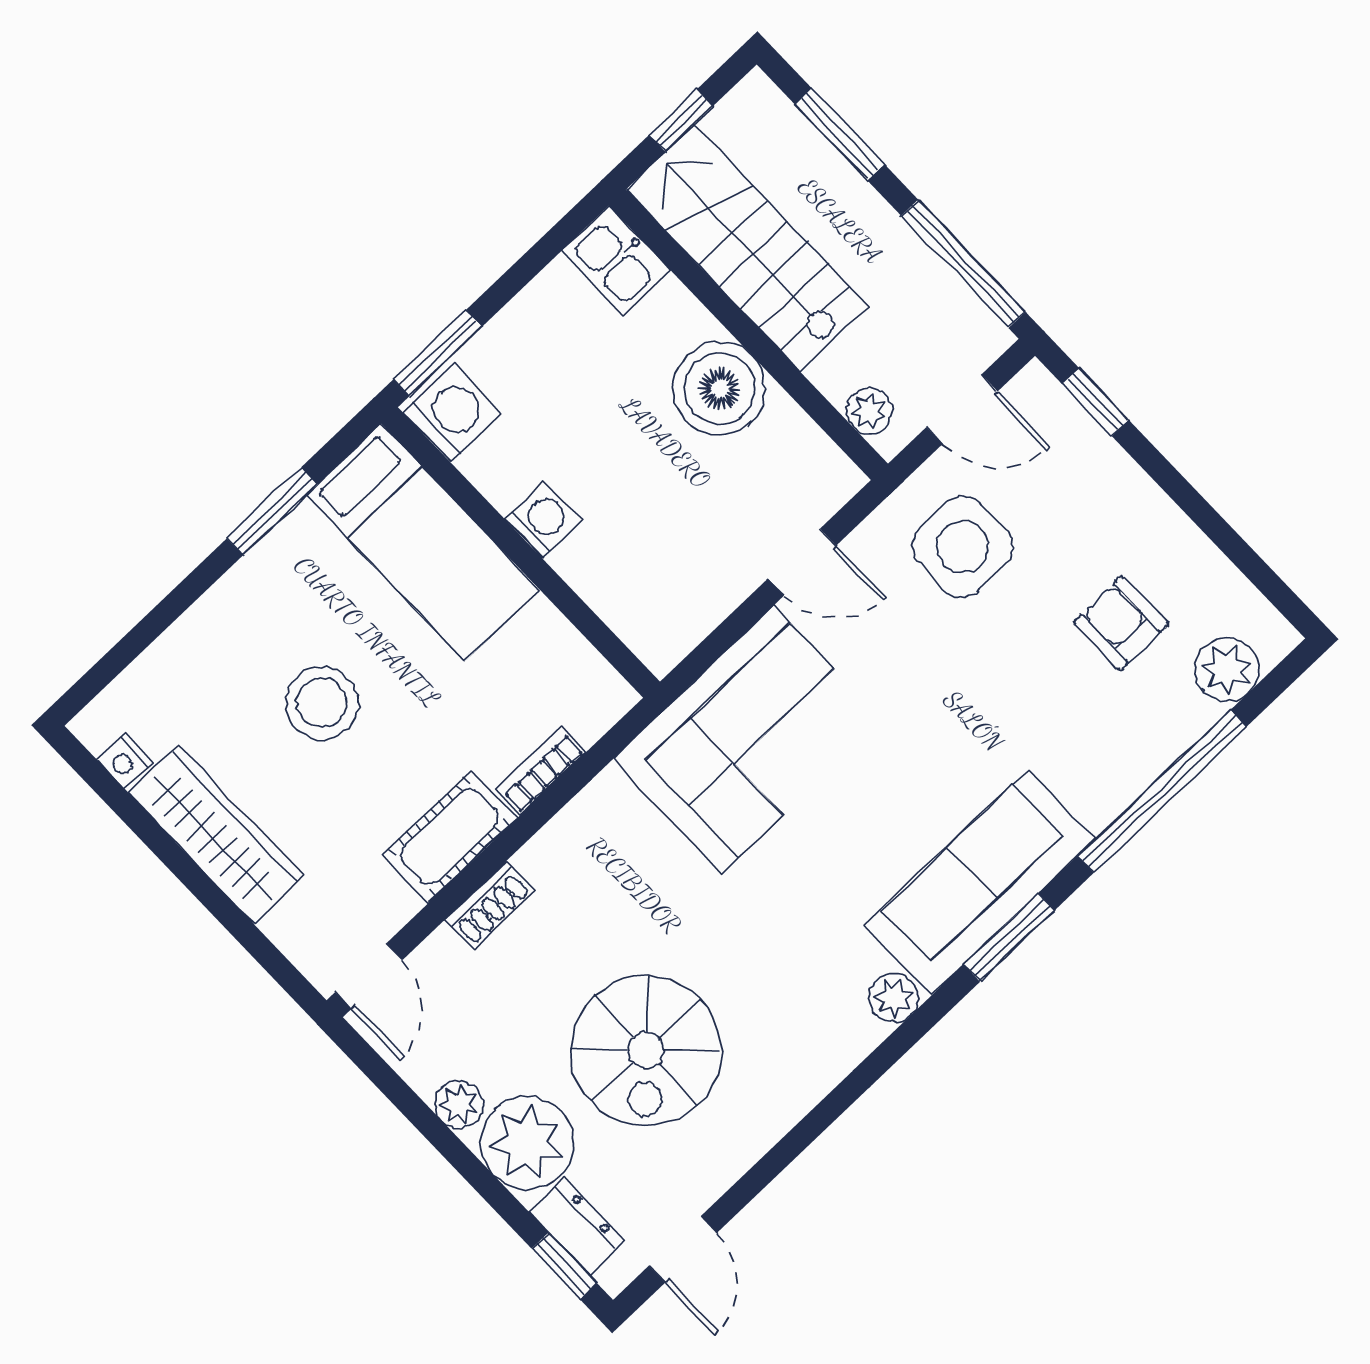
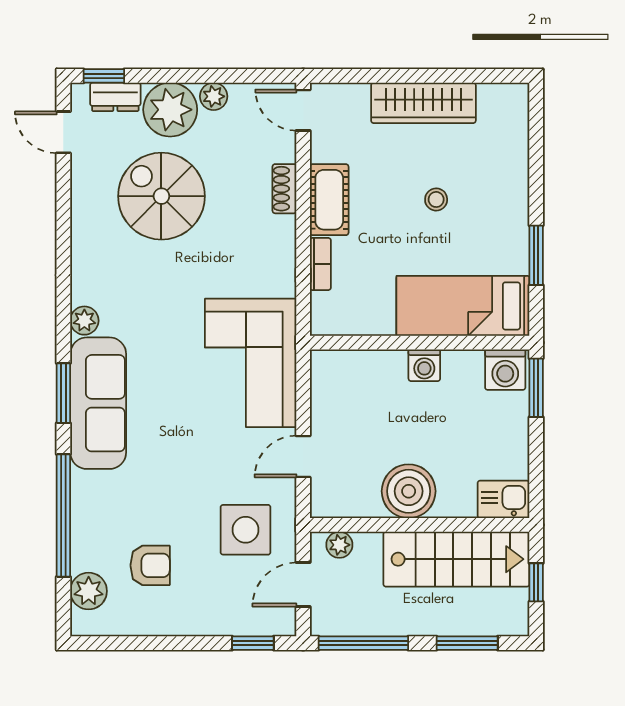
stool: (322, 703) -> (436, 199), width x0.53, depth x0.53
nightstand: (125, 762) -> (490, 94), removed

